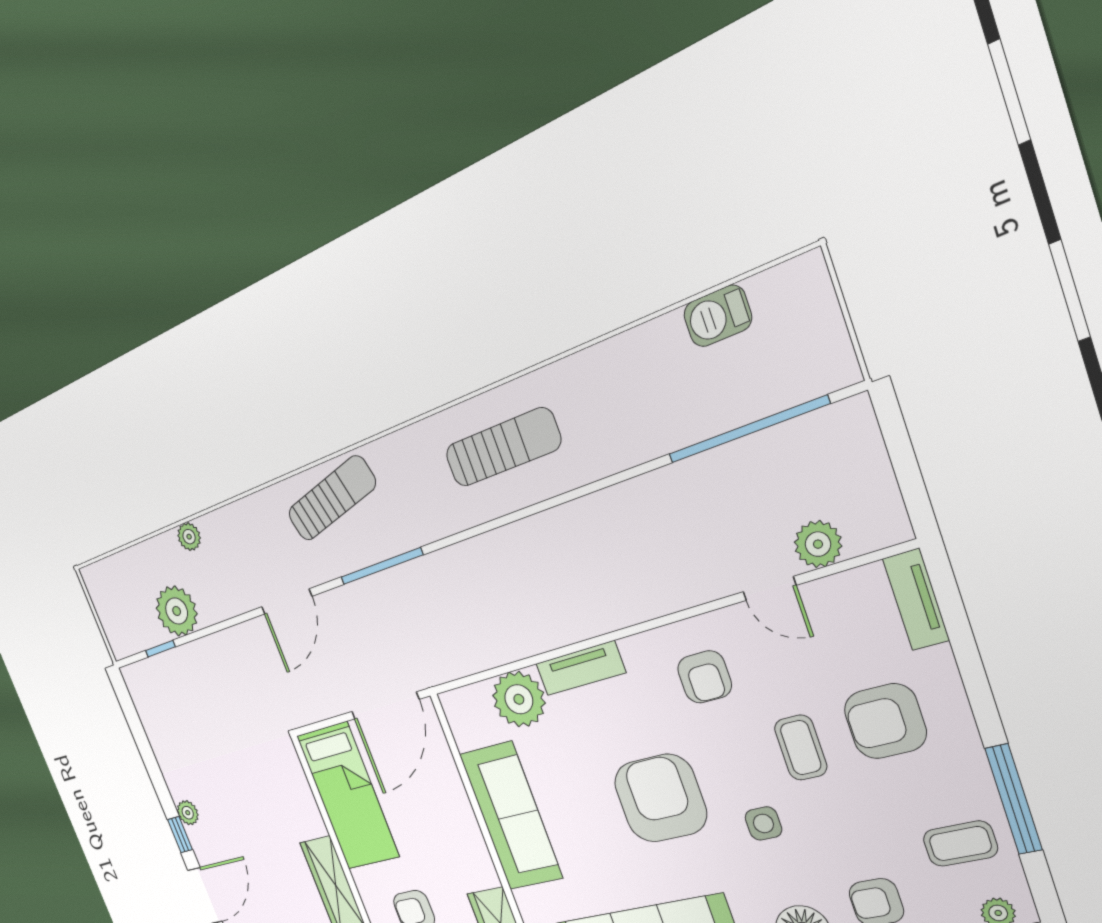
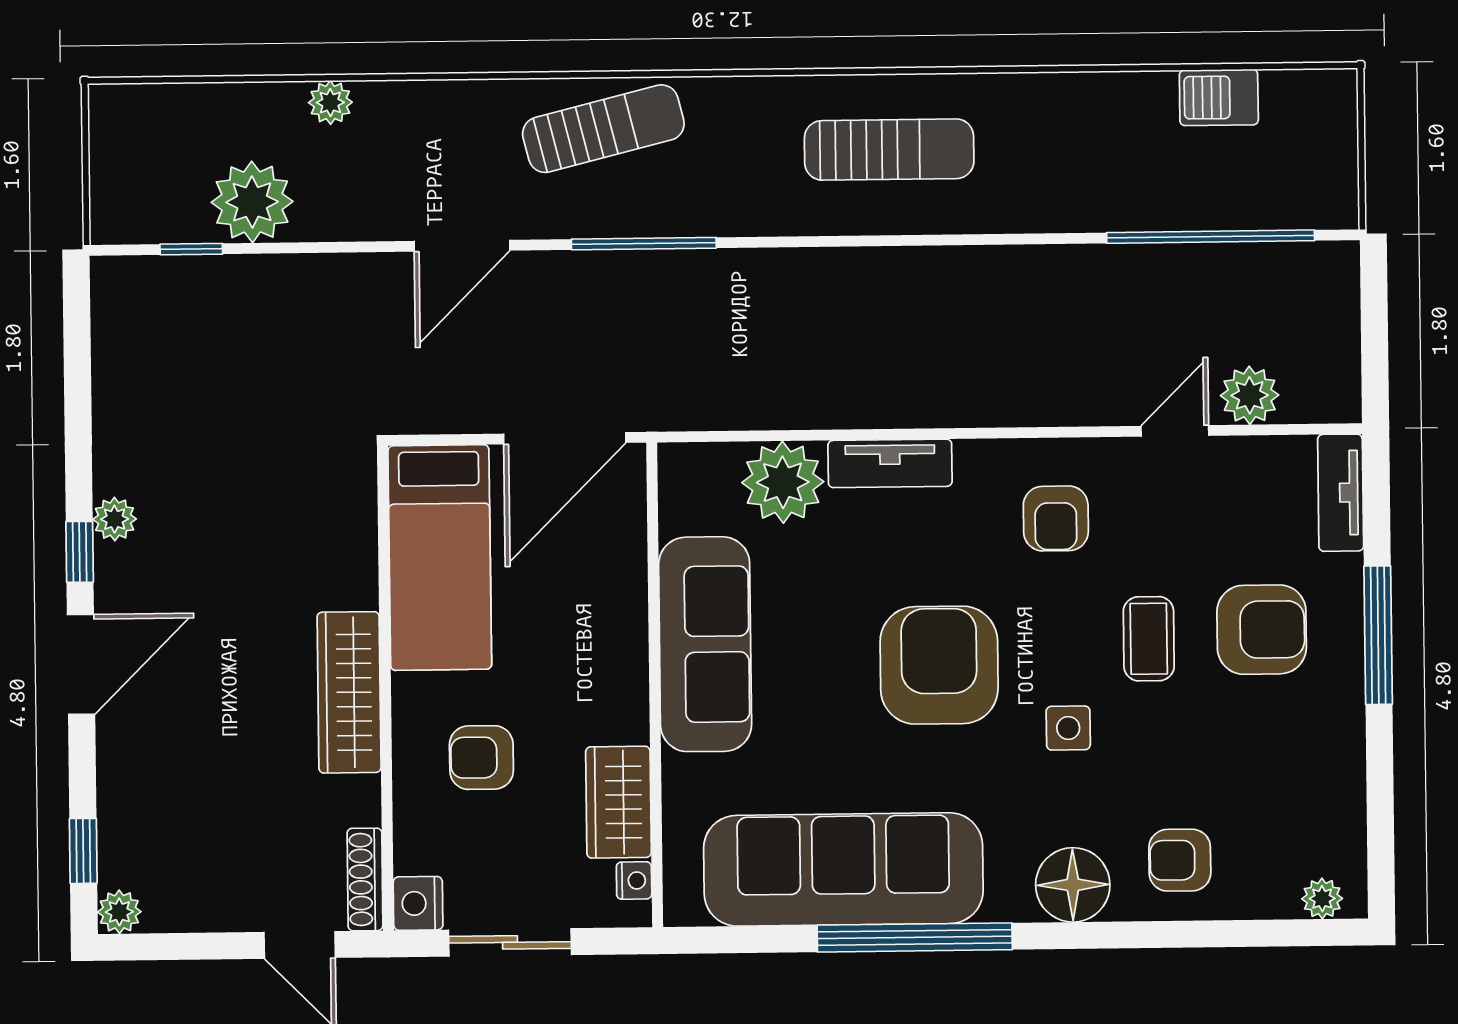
door: (769, 588) -> (1175, 431), swing flipped
armchair: (885, 721) -> (1262, 630), turned 180
window: (1014, 799) -> (1378, 635), moved
coffee table: (960, 844) -> (1304, 802), removed

